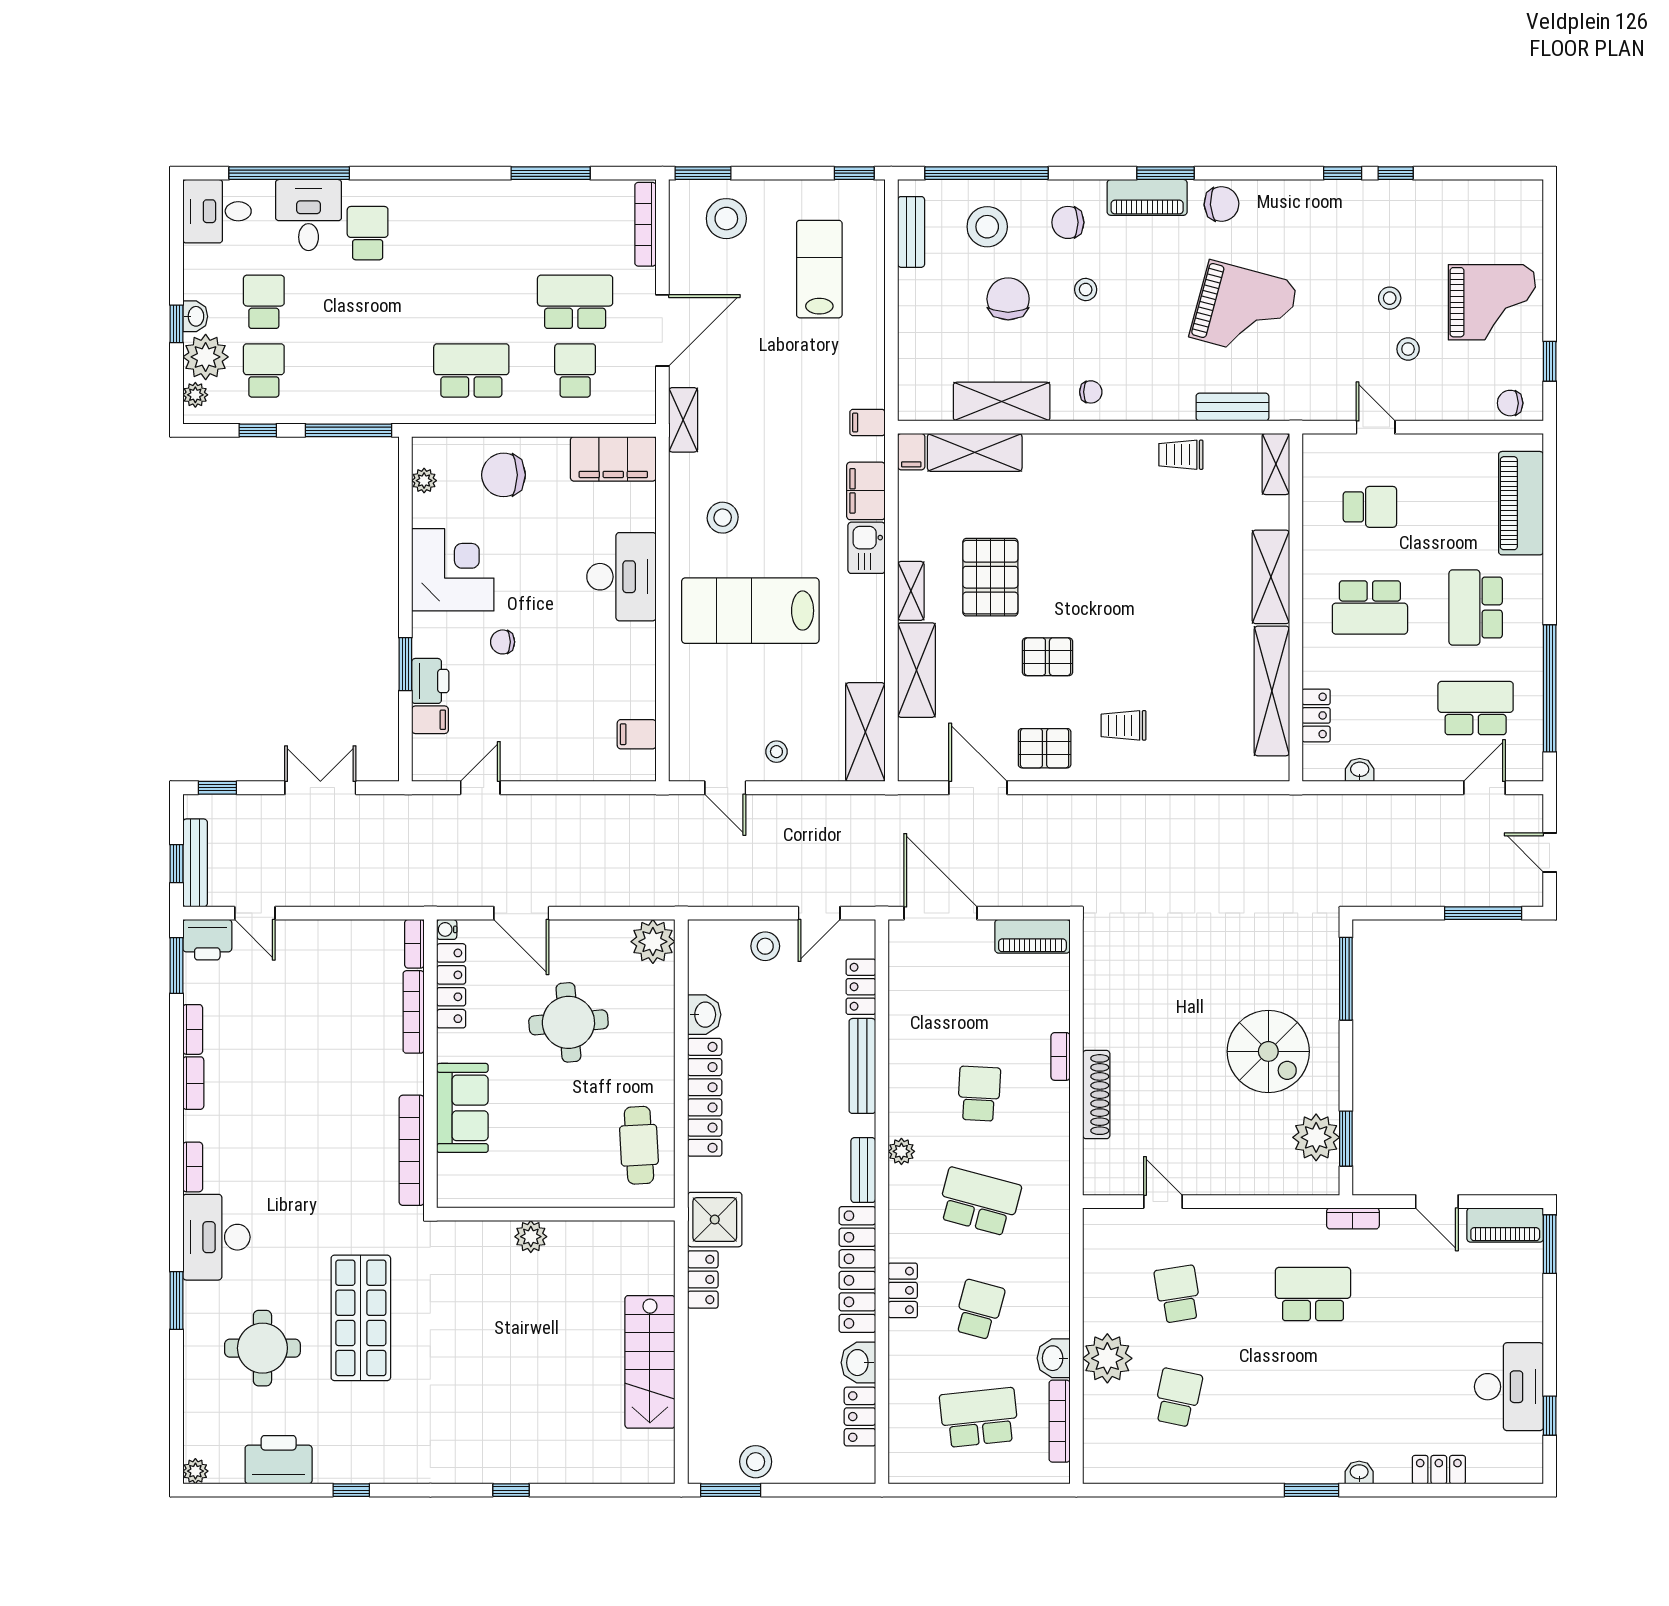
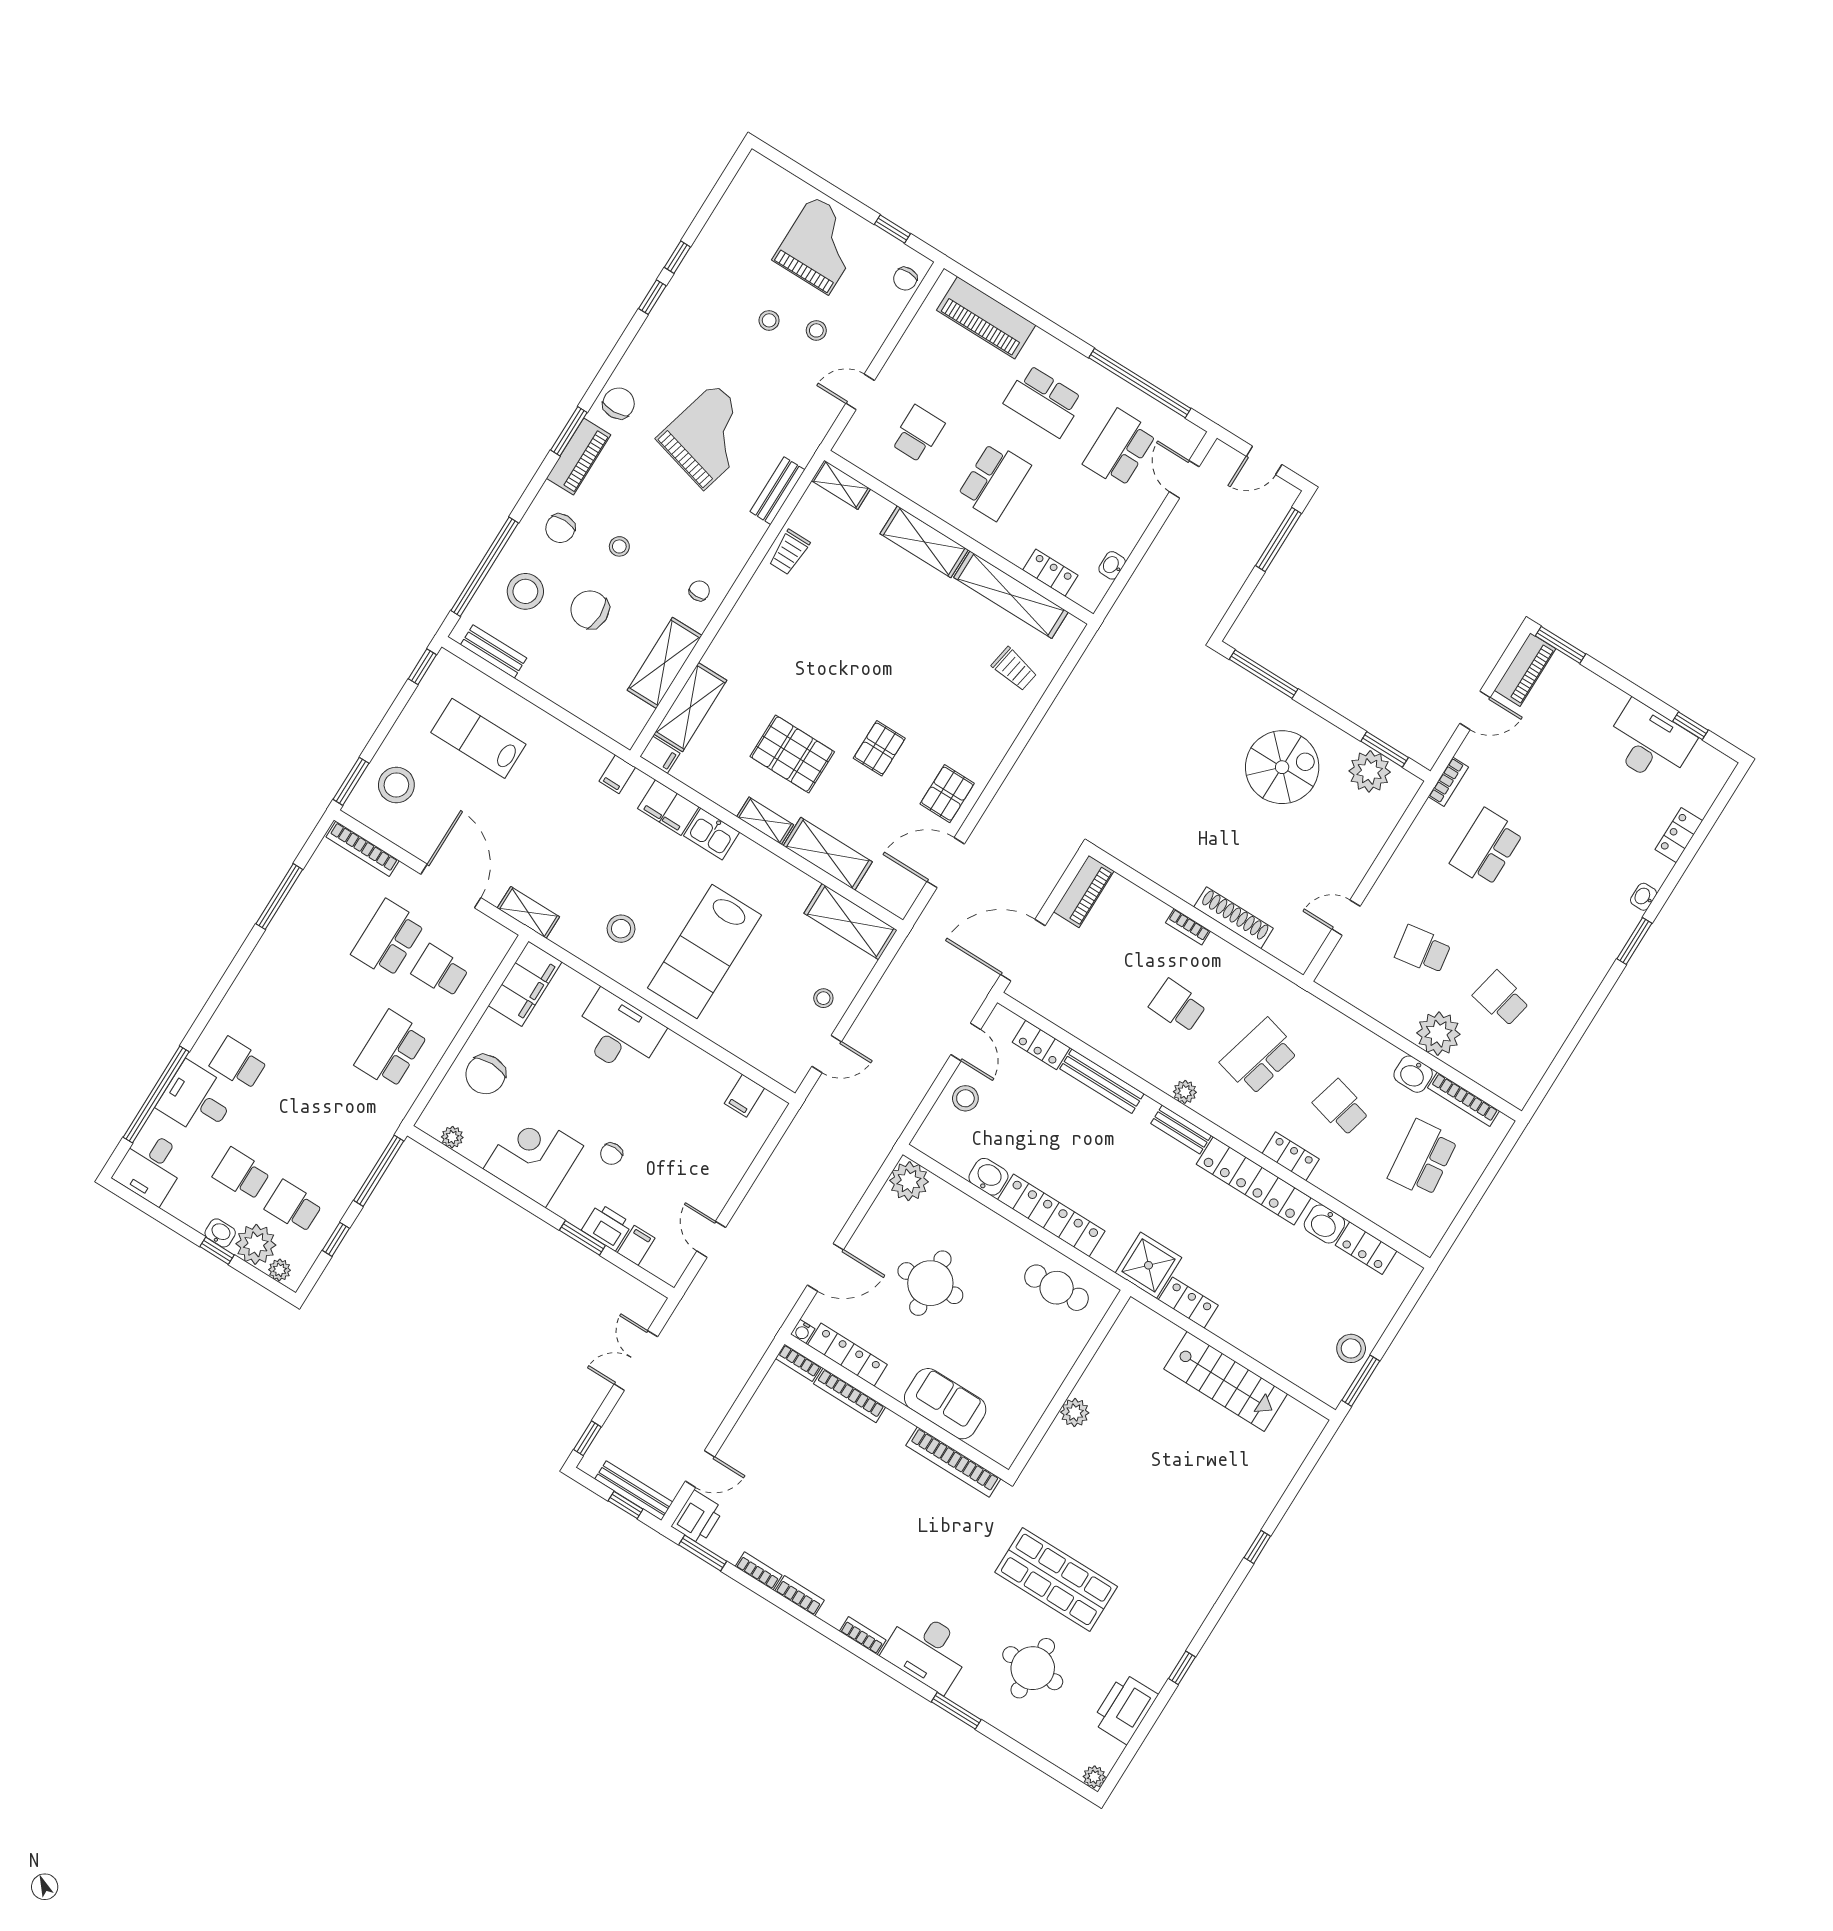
trolley: (1124, 725) -> (1014, 669), moved, turned -80

